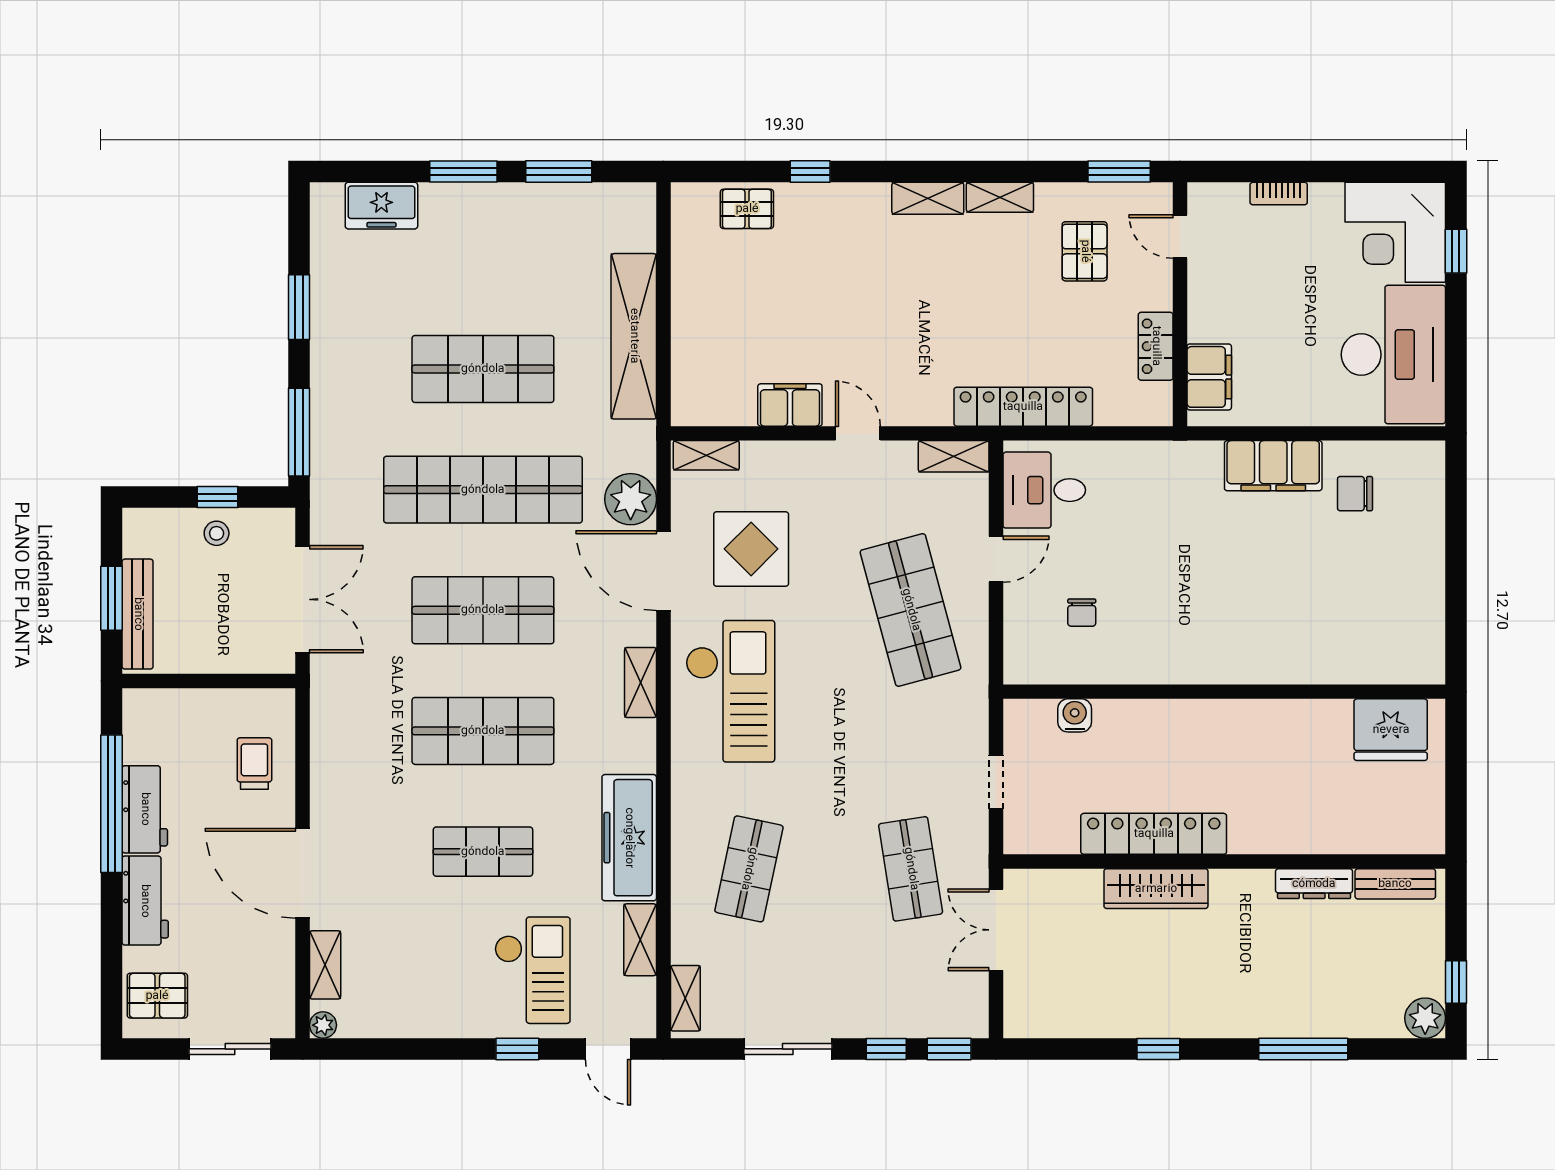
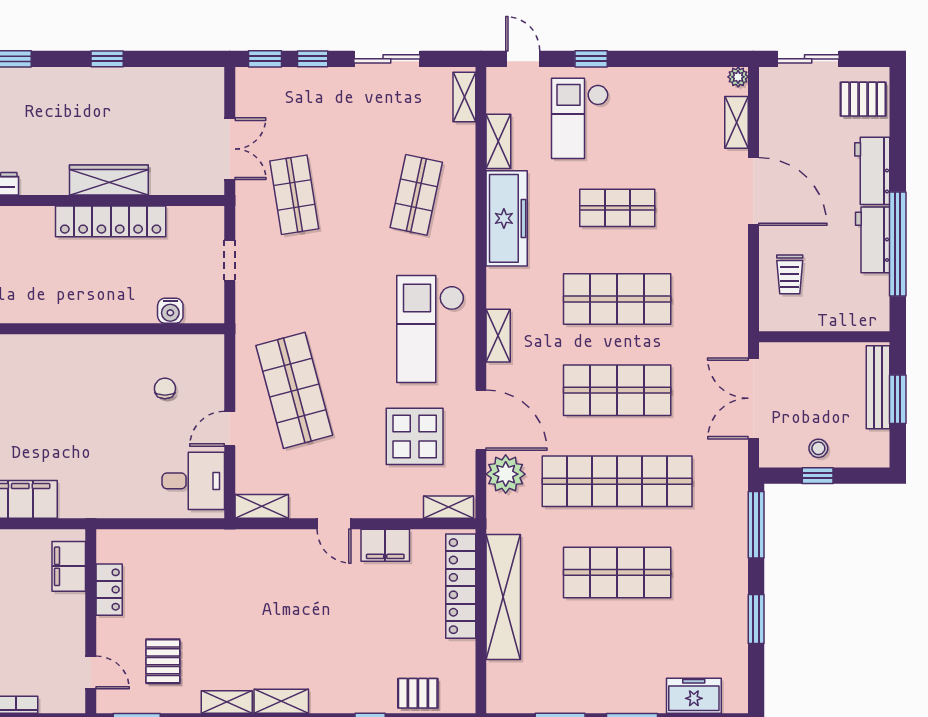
locker: (1023, 407) -> (461, 586), moved, turned 90

